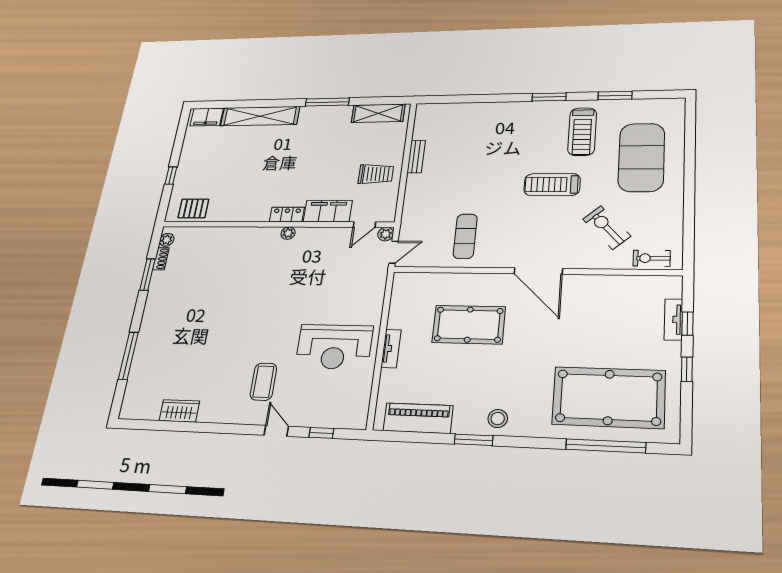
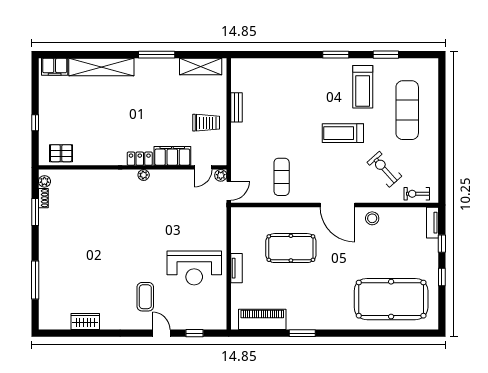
exercise mat: (641, 157) -> (407, 110), width x0.68
tv unit: (673, 319) -> (433, 223), moved
stool: (498, 419) -> (372, 218), moved
window: (606, 446) -> (391, 333), removed

